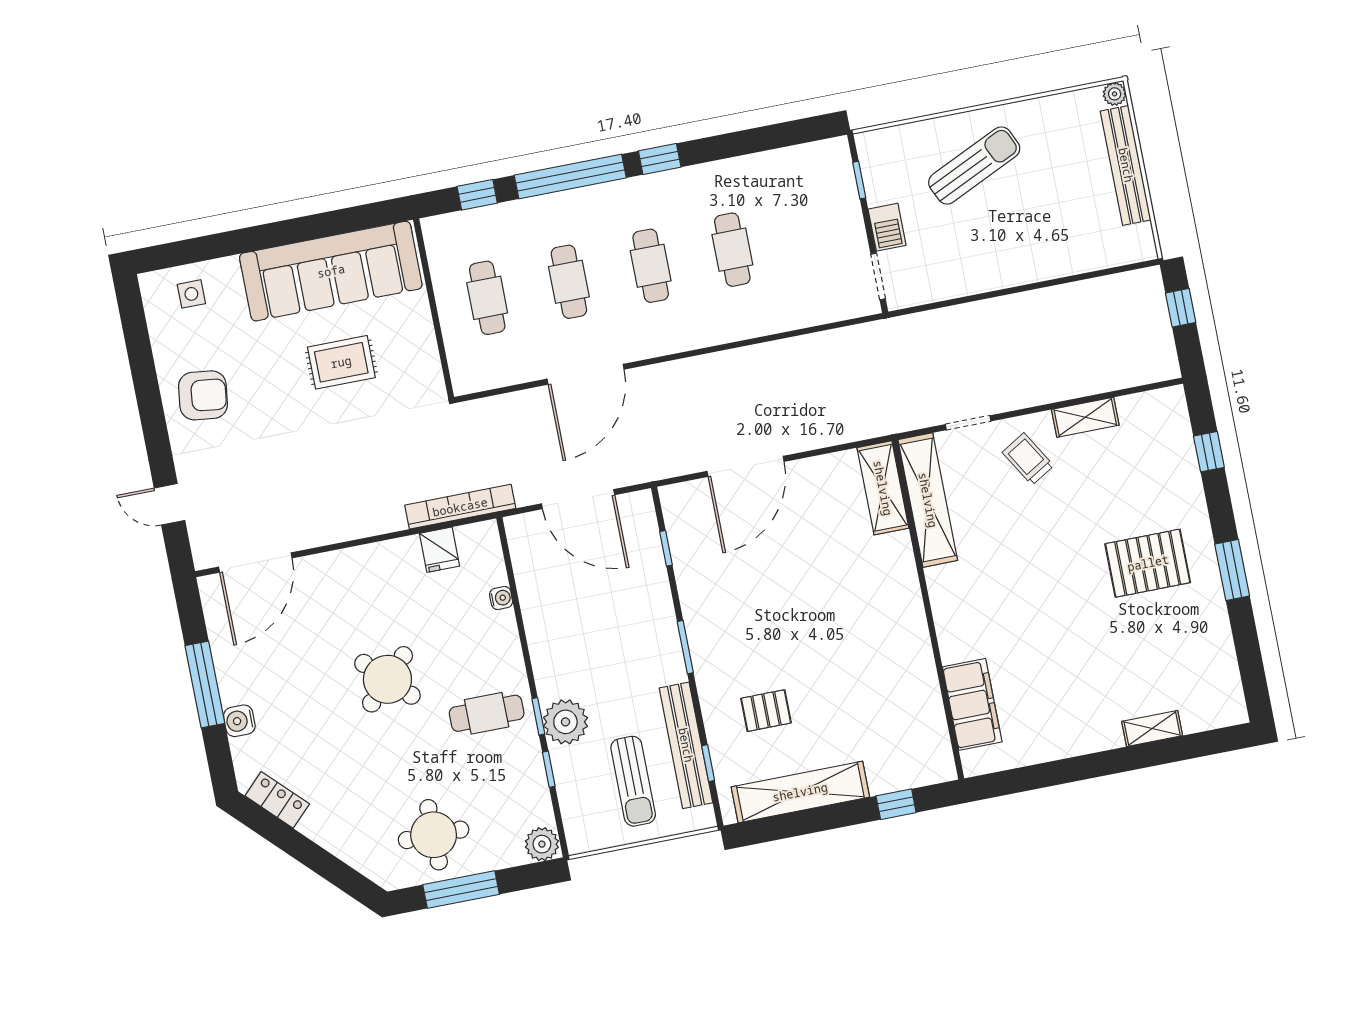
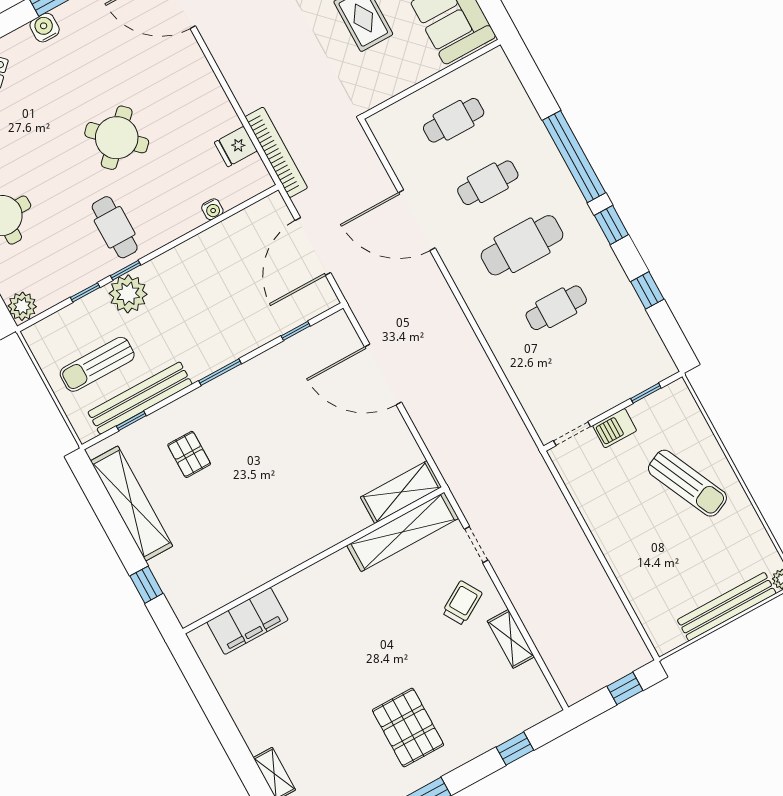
window: (477, 195) -> (647, 290), moved
cafe table: (651, 266) -> (522, 245), width x1.37, depth x1.35

